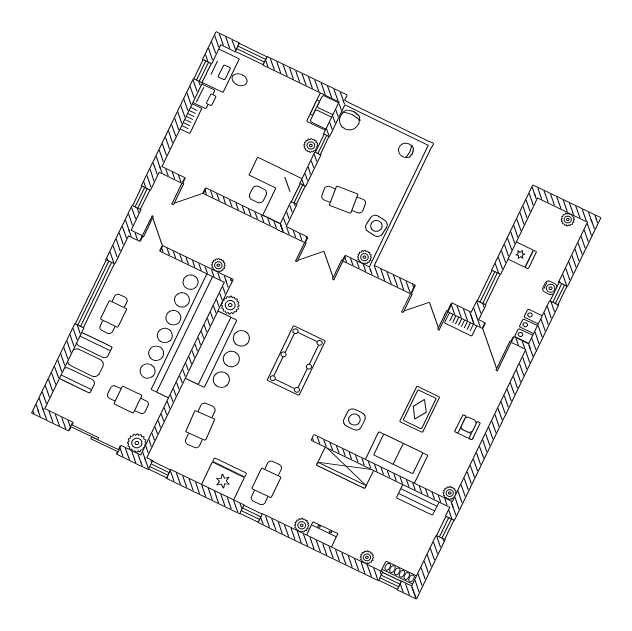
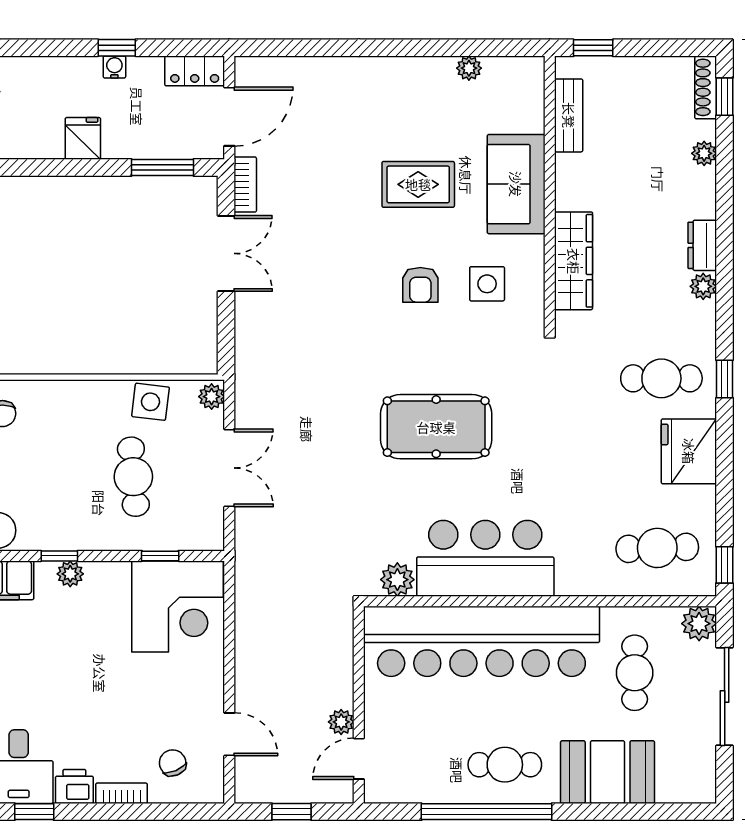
chair: (193, 151) -> (173, 763), added
plant: (218, 265) -> (341, 722), moved
cafe table: (200, 425) -> (657, 548), moved
armchair: (468, 427) -> (420, 285), moved, turned -90
plant: (450, 493) -> (469, 68), moved

